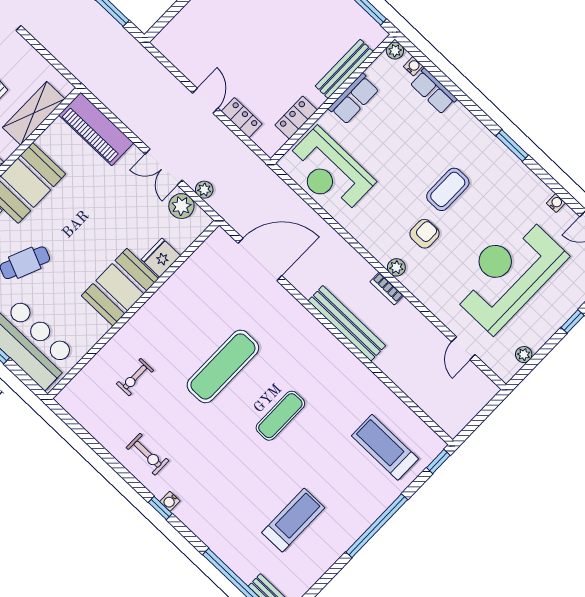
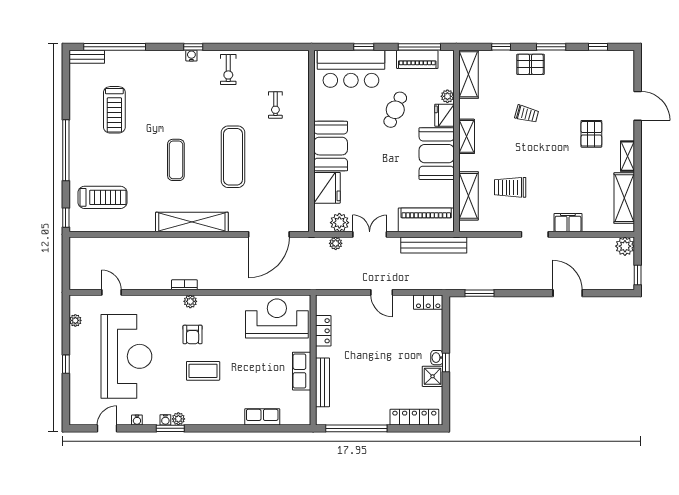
plant: (395, 51) -> (178, 419), moved
water cooler: (413, 66) -> (165, 420), moved
locker: (242, 118) -> (428, 302), moved
window: (512, 145) -> (170, 428), moved
coffee table: (448, 189) -> (203, 371), turned 90
fridge: (161, 258) -> (327, 188), width x1.36, depth x1.34
bench: (347, 323) -> (434, 245), moved
shelving: (322, 342) -> (192, 222), added
exercise bike: (135, 377) -> (275, 105), turned 180
exercise bike: (148, 454) -> (228, 69), turned -90

